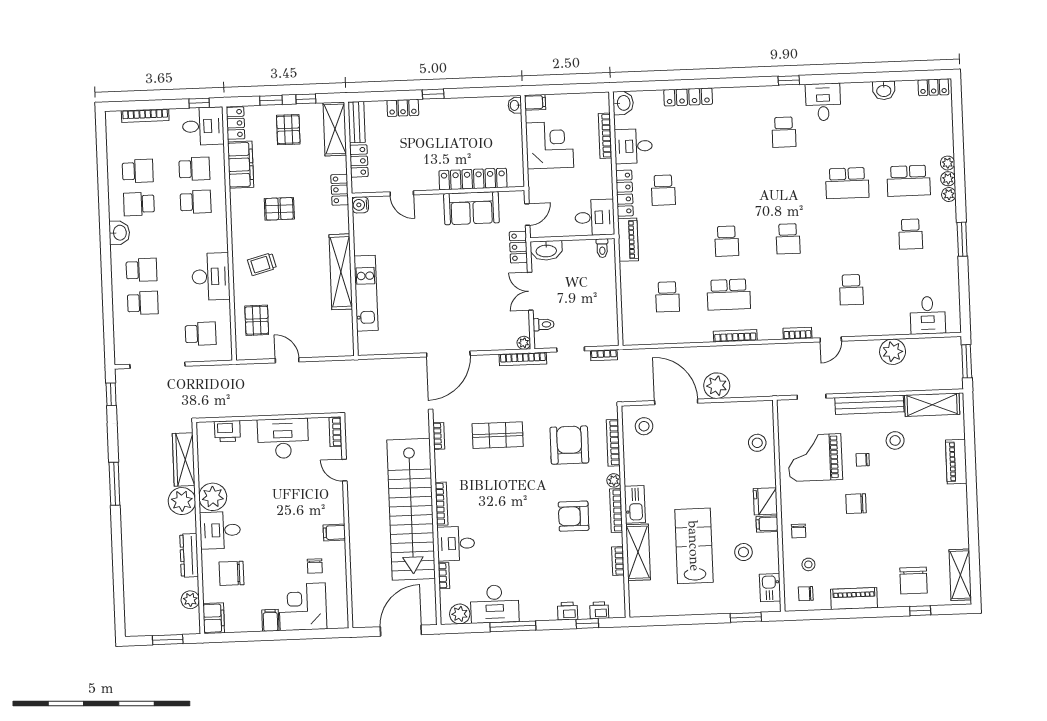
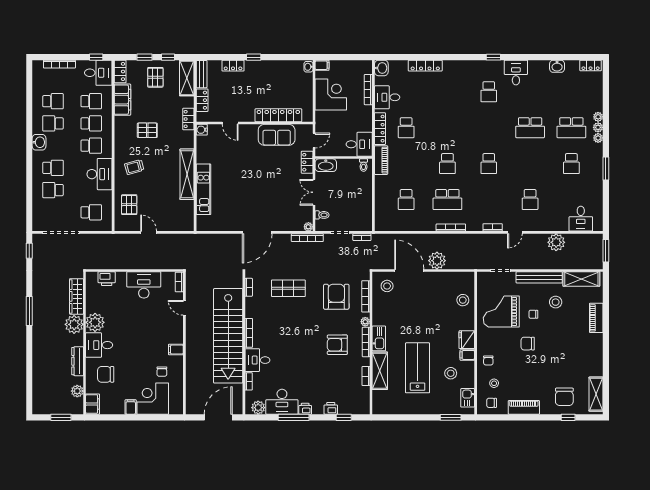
school desk: (197, 235) -> (91, 146), added
school desk: (143, 303) -> (53, 190), turned 180
printer: (599, 610) -> (305, 409), moved

